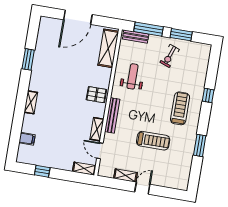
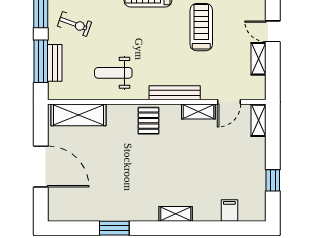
bench: (136, 37) -> (55, 63), moved

